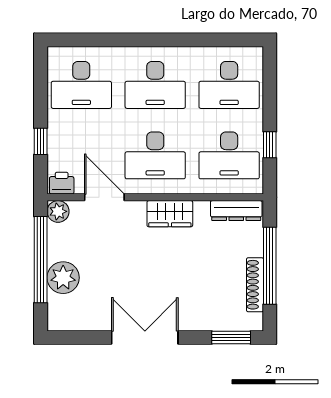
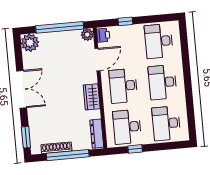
plant: (63, 278) -> (30, 43), moved

